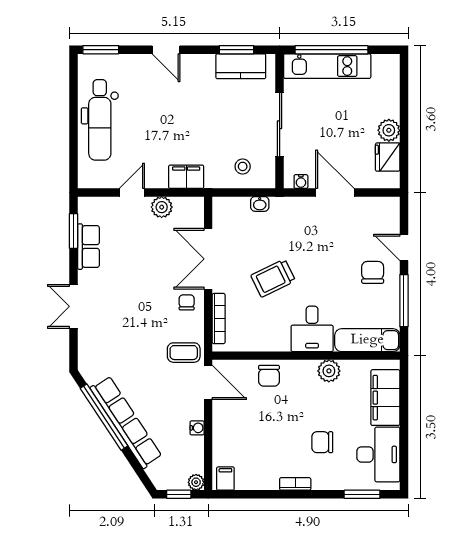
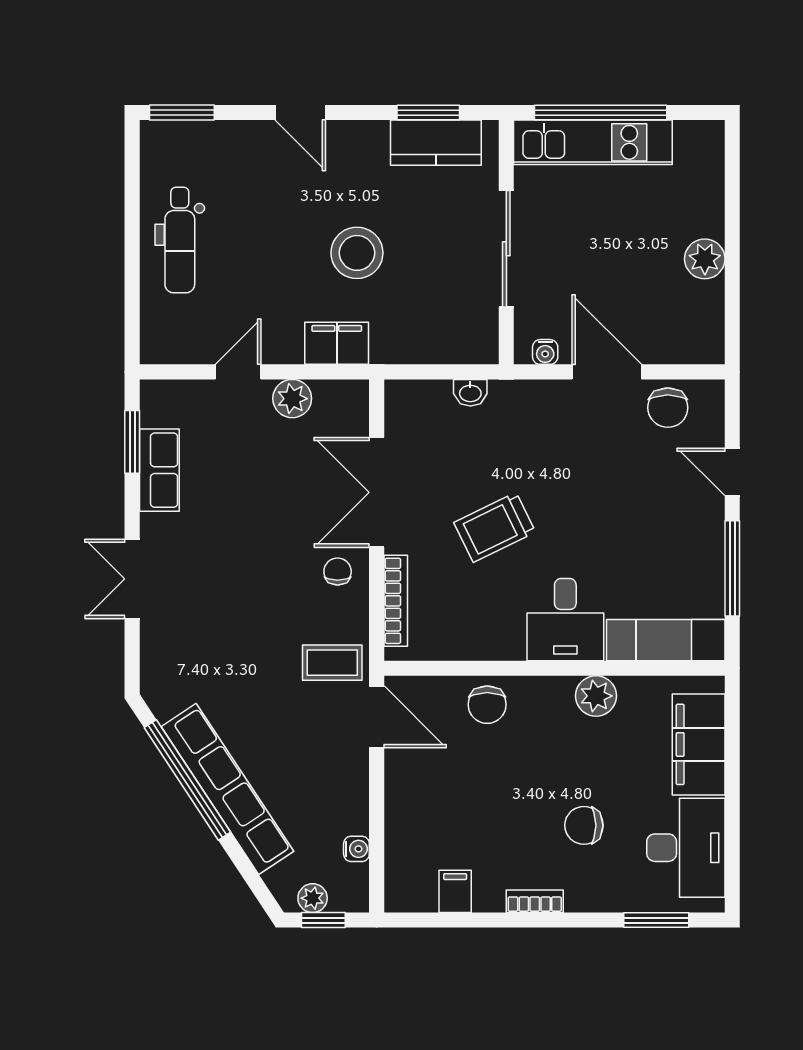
dental chair: (100, 120) -> (180, 240), width x0.73, depth x0.72
fridge: (388, 157) -> (703, 308), removed
stool: (243, 166) -> (357, 253), moved, width x1.89, depth x1.89
chair: (373, 272) -> (668, 408), moved, turned 180
water cooler: (197, 428) -> (356, 849), moved
filing cabinet: (225, 479) -> (455, 891), moved
plant: (196, 482) -> (313, 898), moved

